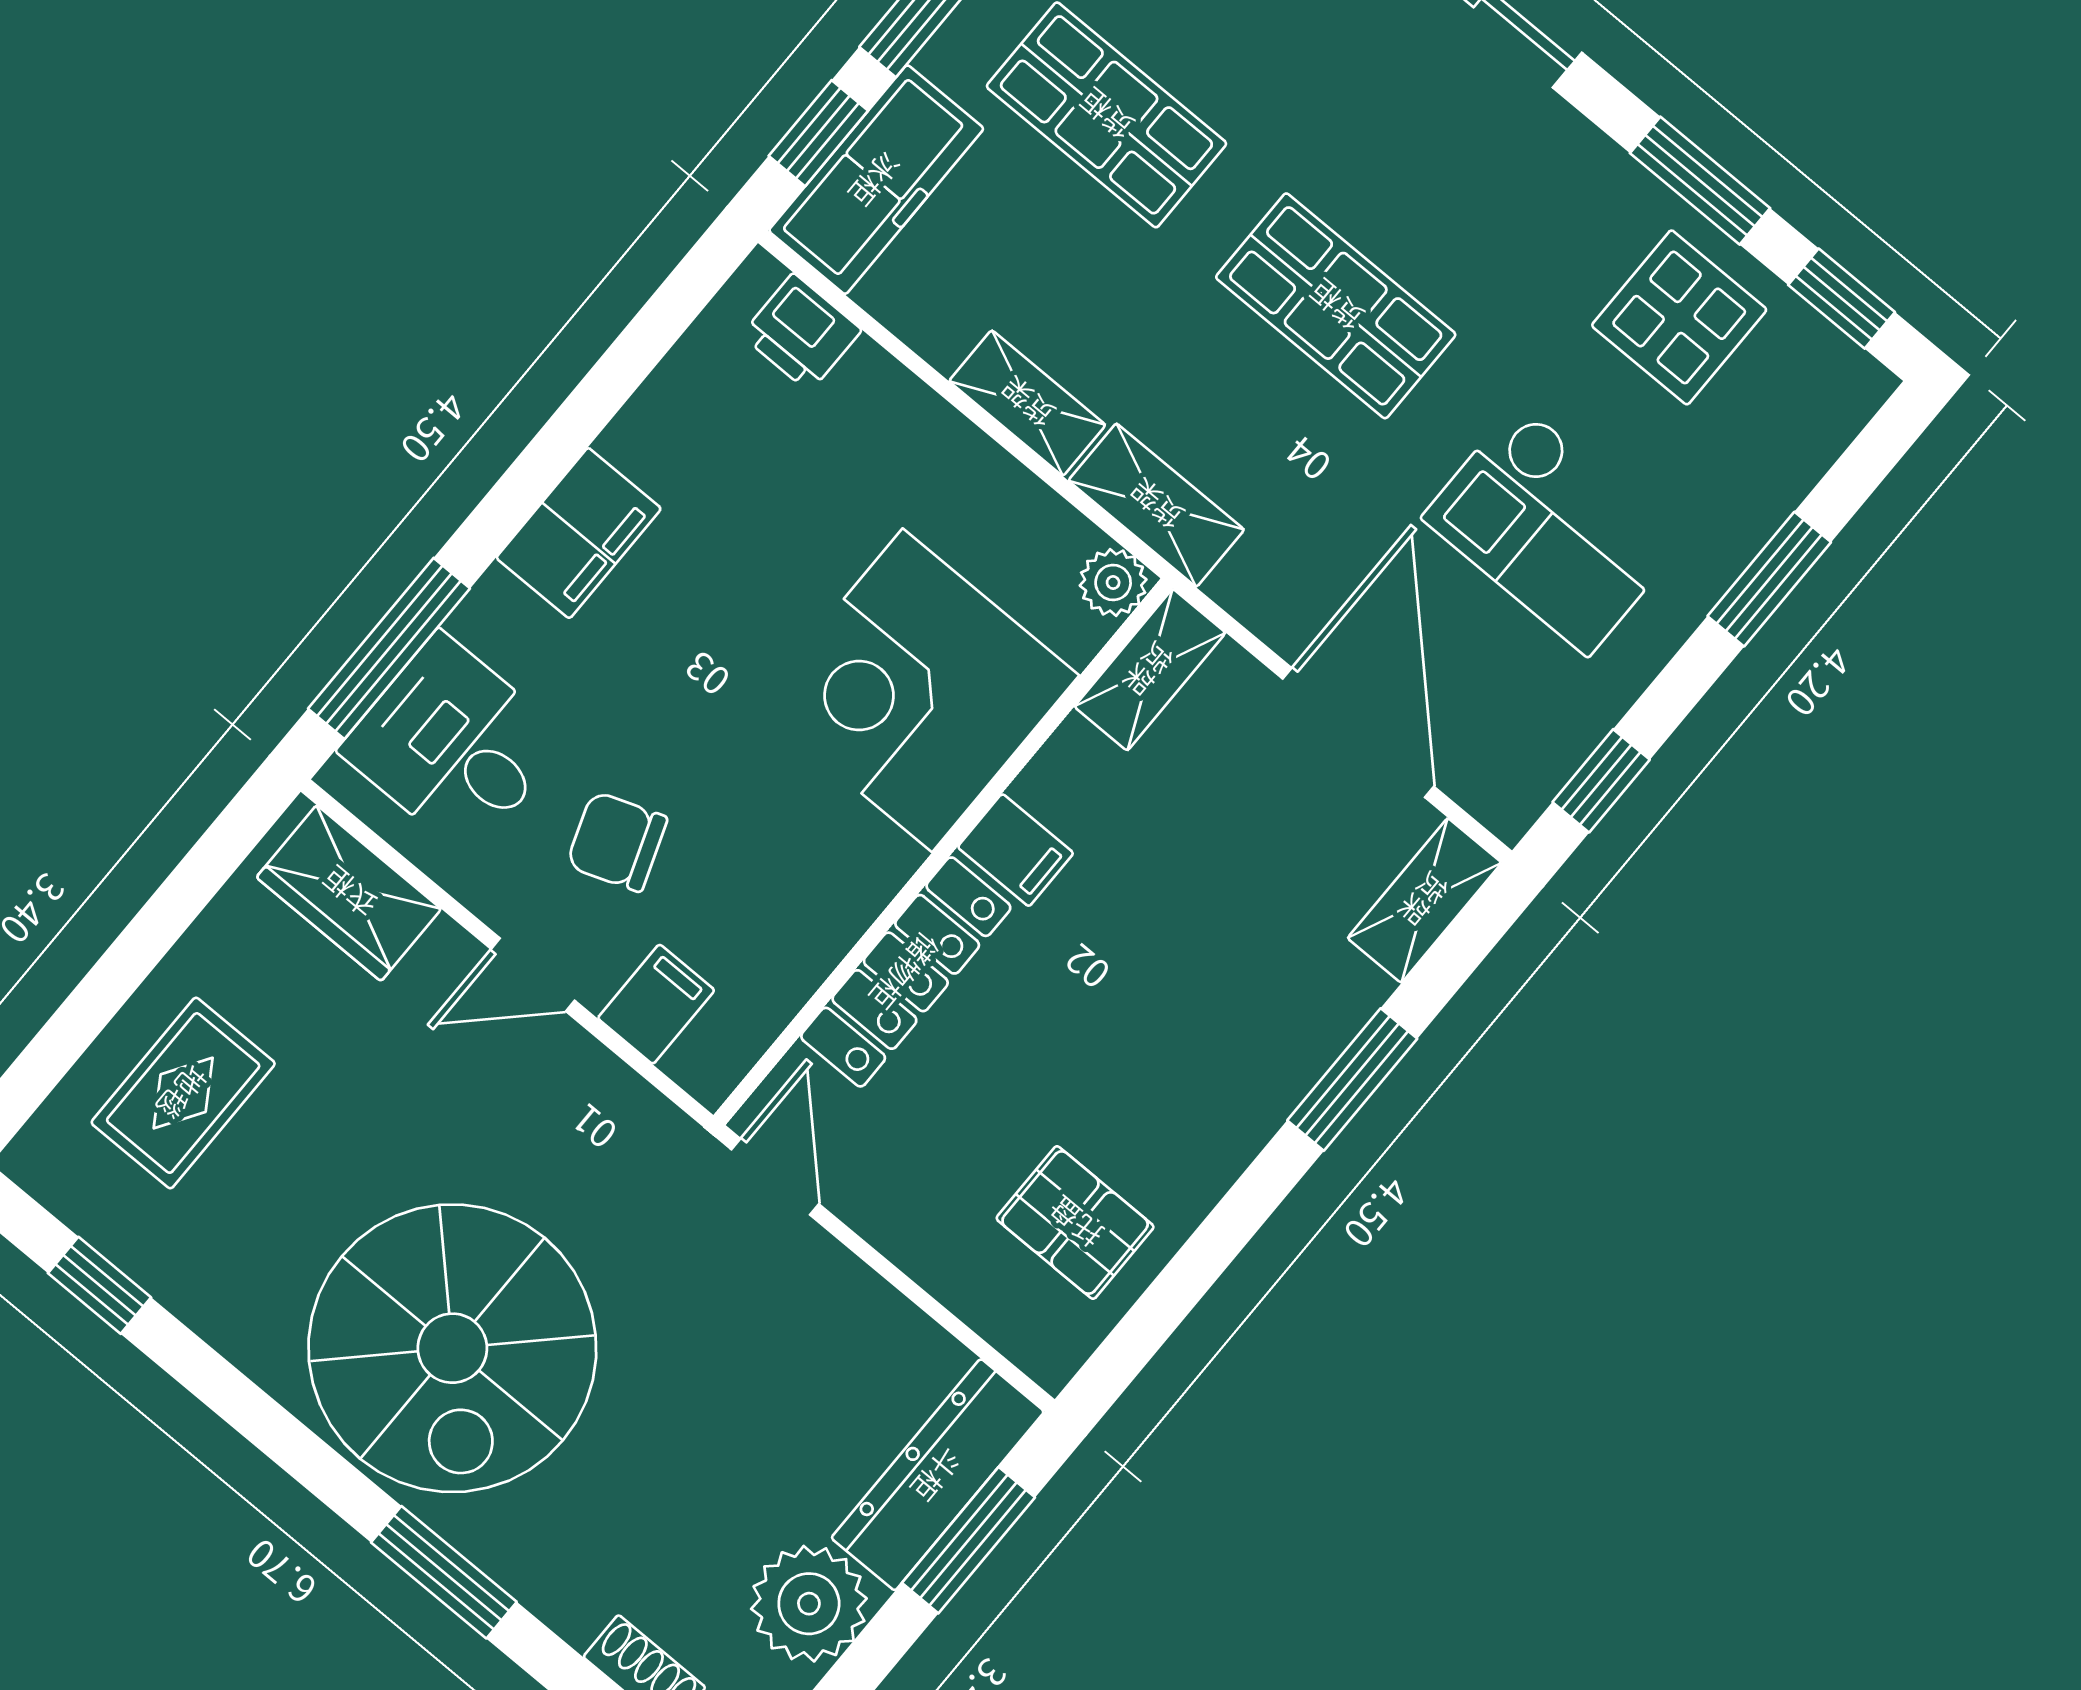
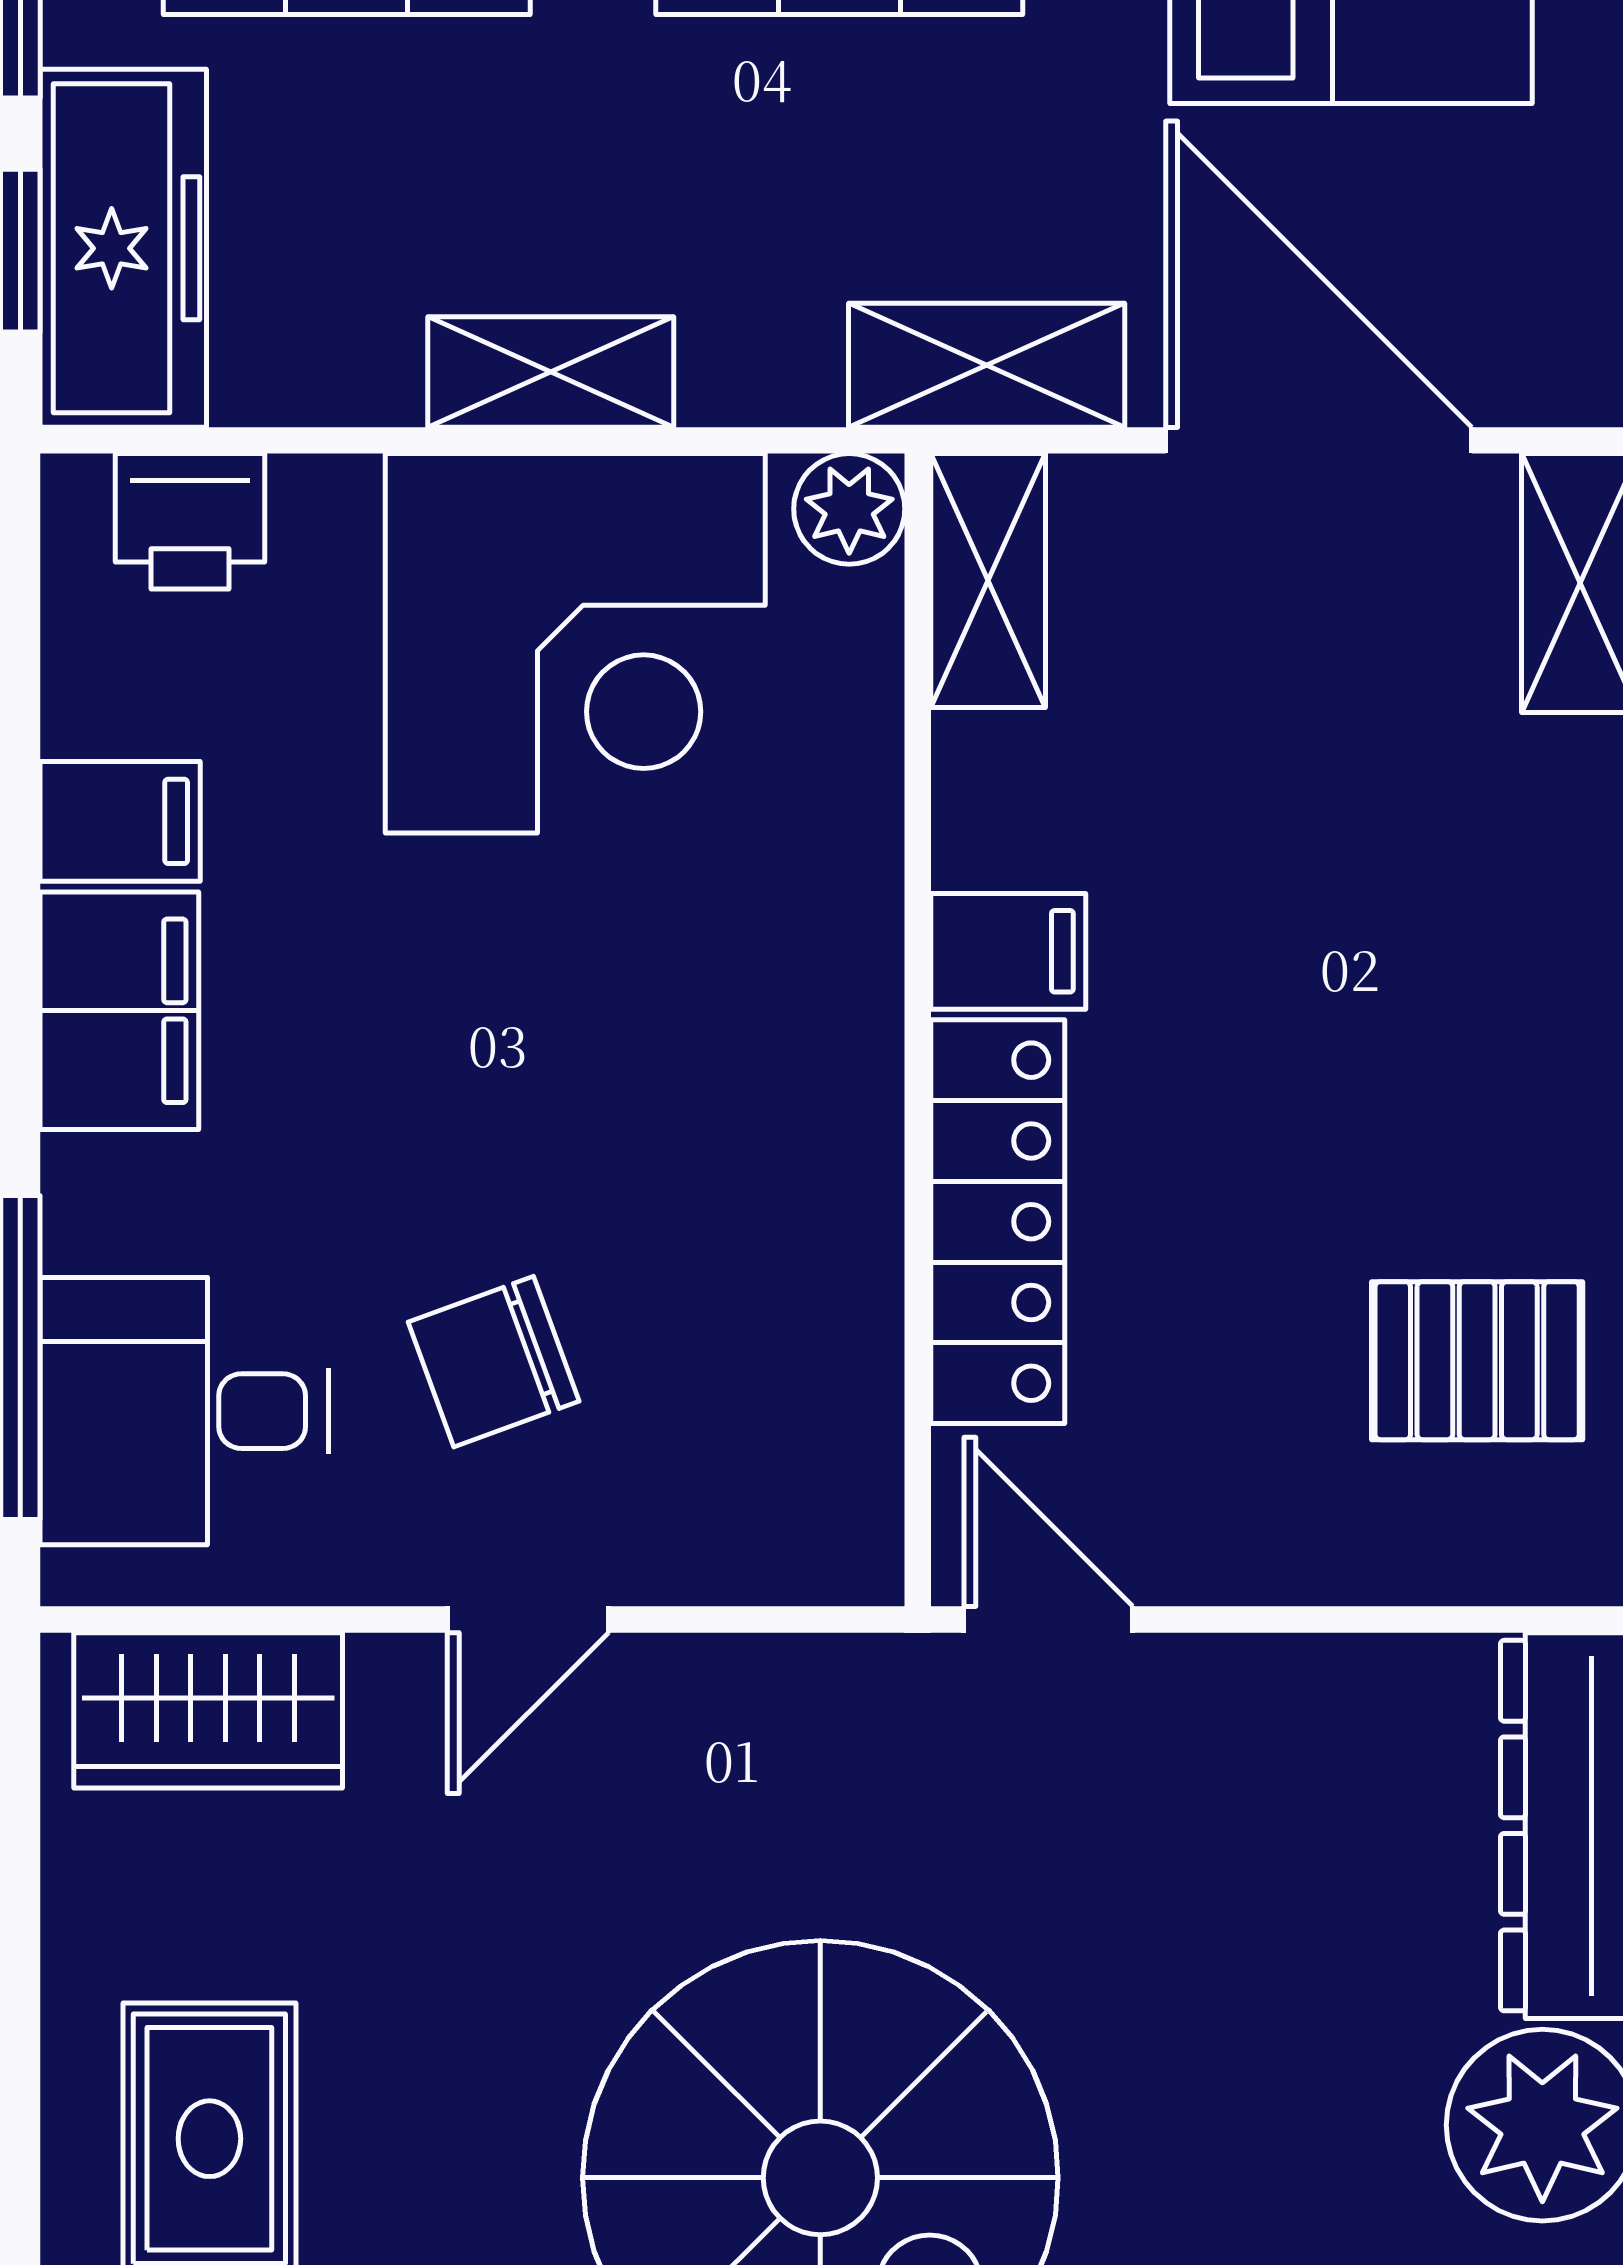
shelving: (1156, 505) -> (987, 365), moved
corner desk: (917, 690) -> (575, 643), moved, turned -90
filing cabinet: (656, 1004) -> (120, 821), moved, turned 90

